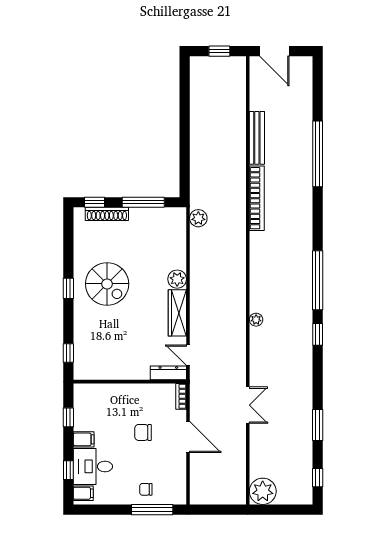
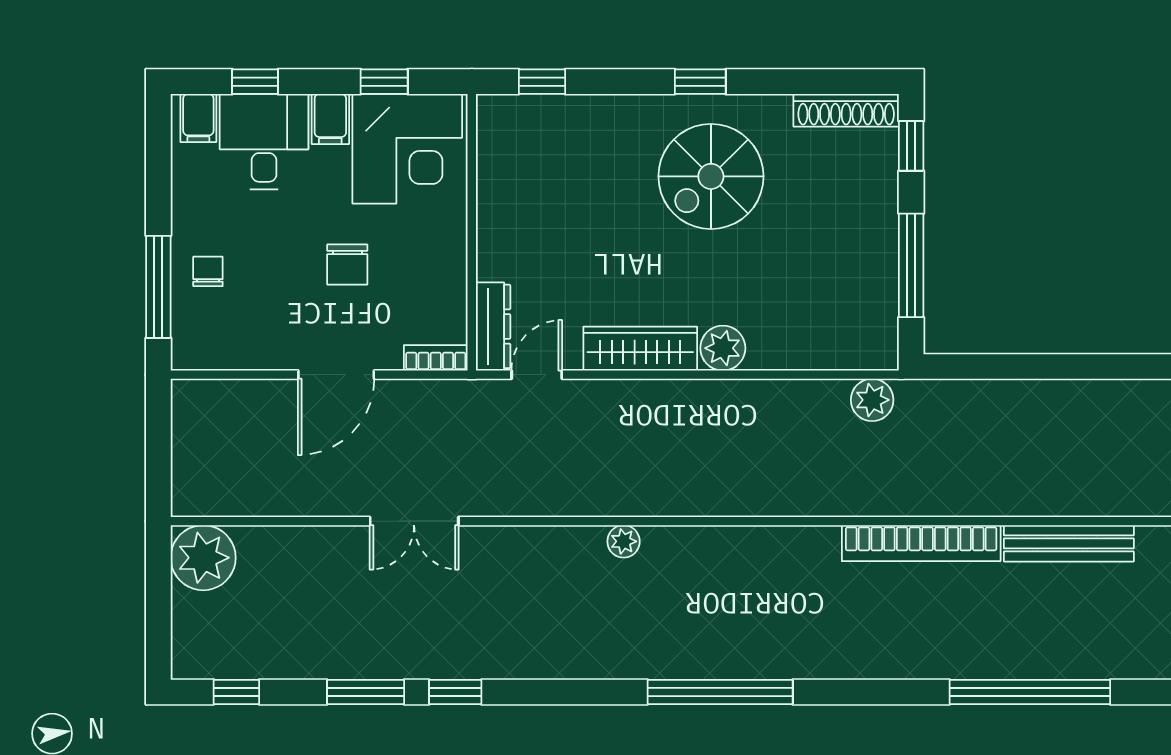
shoe rack: (107, 214) -> (846, 110), moved, turned -90
window: (318, 334) -> (455, 692), moved
corner desk: (96, 408) -> (407, 149), added
chair: (143, 432) -> (347, 265), turned 180

